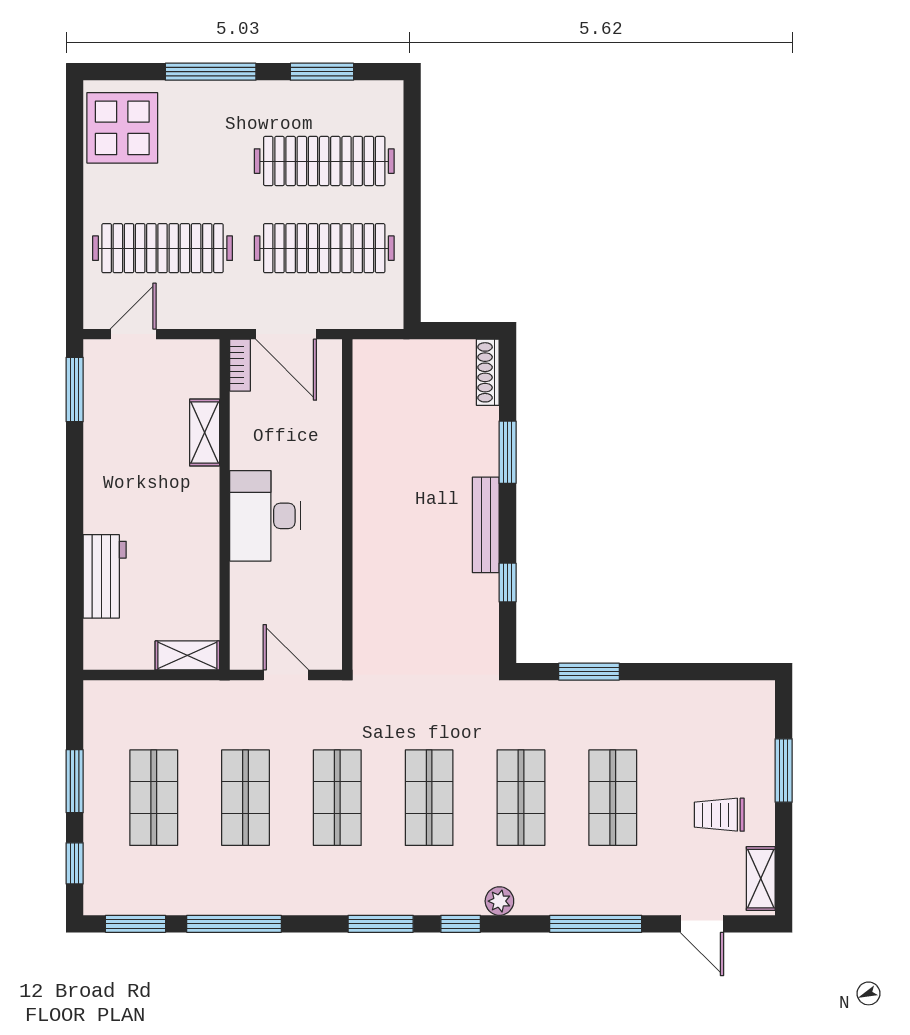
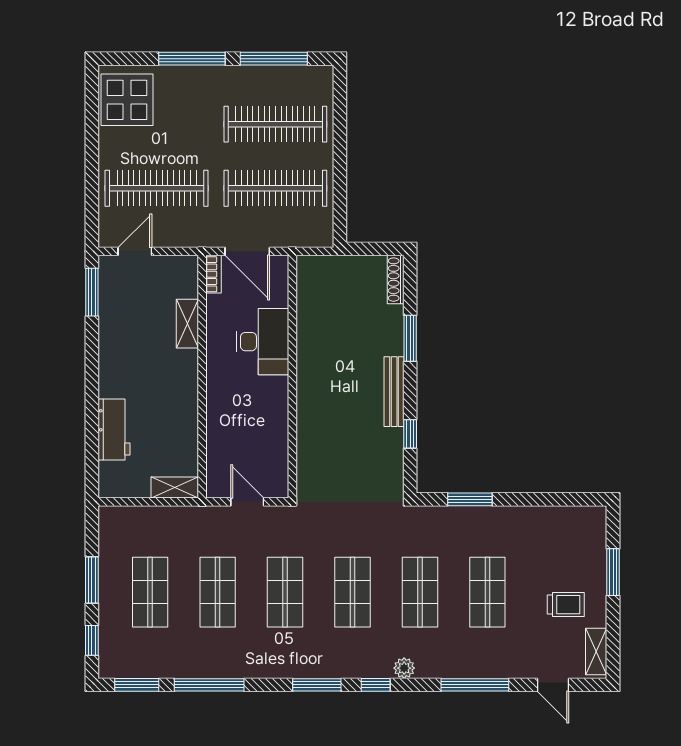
window: (322, 72) -> (274, 59), width x1.44
desk: (265, 516) -> (263, 342), moved, turned 180
trolley: (719, 815) -> (566, 605), turned 180

